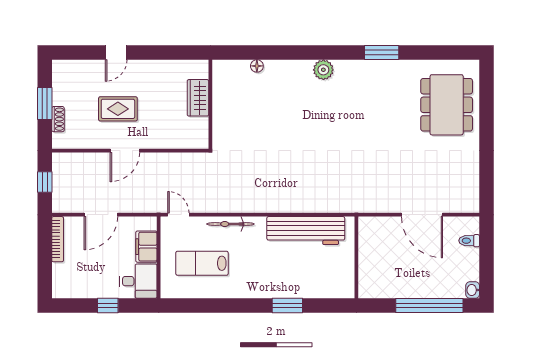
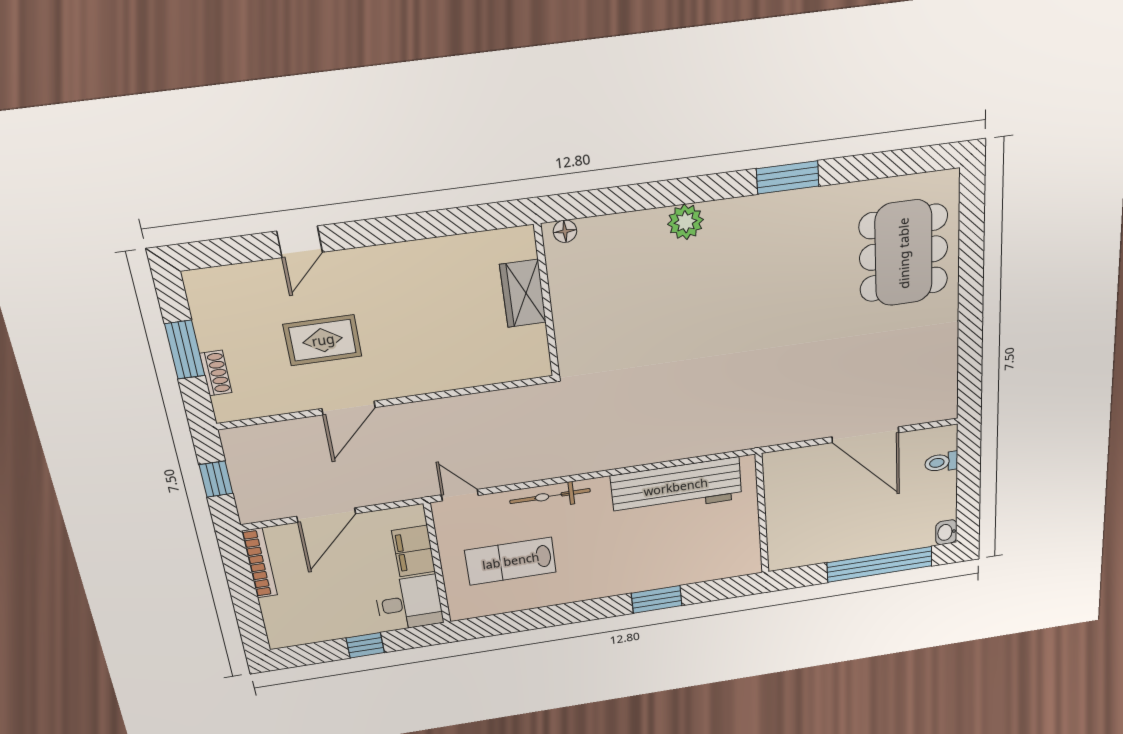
wardrobe: (198, 98) -> (523, 293), moved
wall: (210, 104) -> (547, 301), moved

